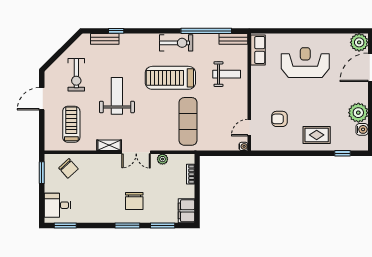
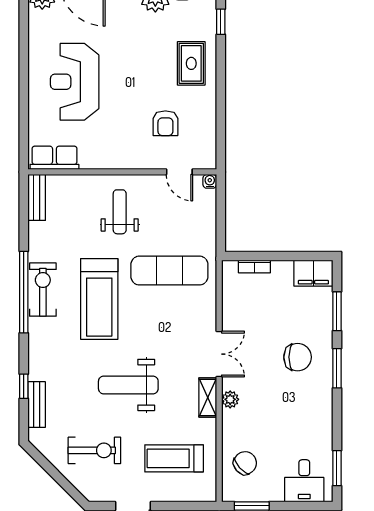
window: (206, 31) -> (24, 292), moved
weight bench: (227, 74) -> (120, 212), moved
plant: (162, 159) -> (230, 399), moved

